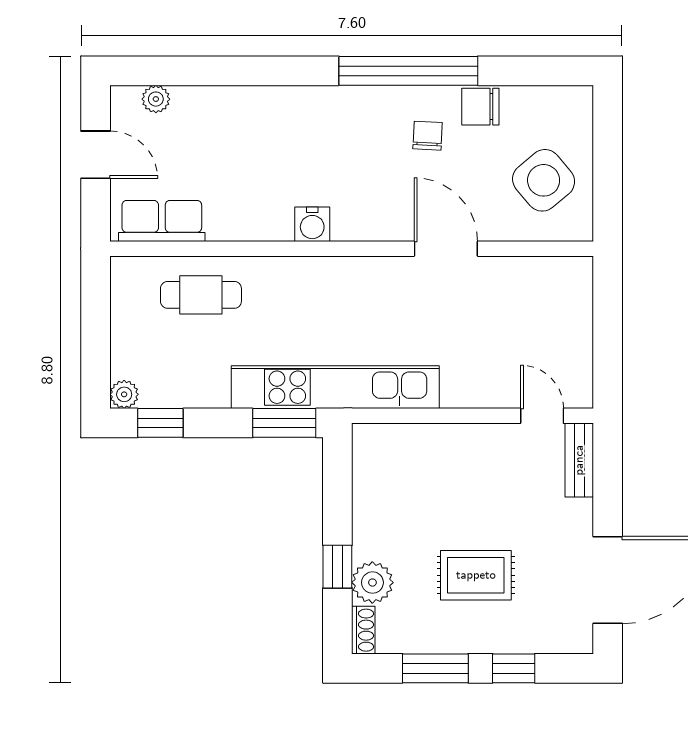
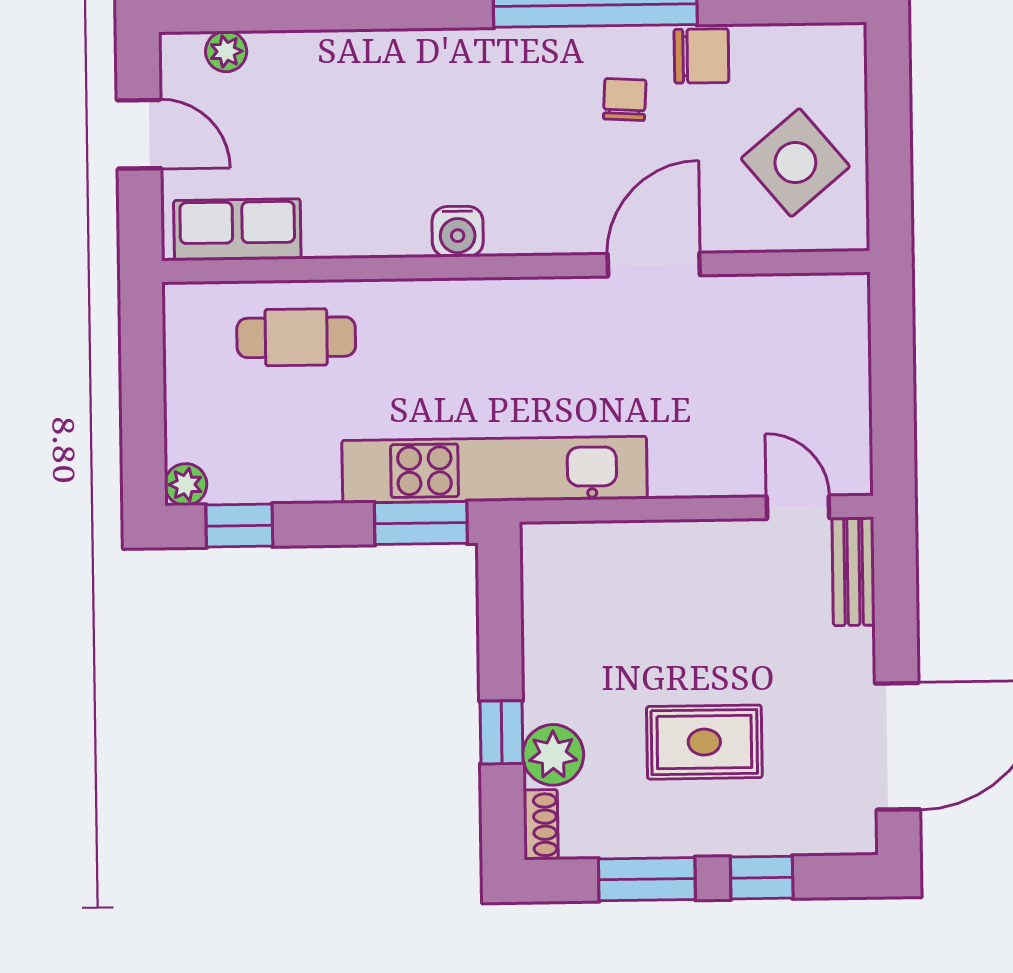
chair: (480, 107) -> (701, 56), turned 180
door: (446, 249) -> (654, 265), hinge flipped

